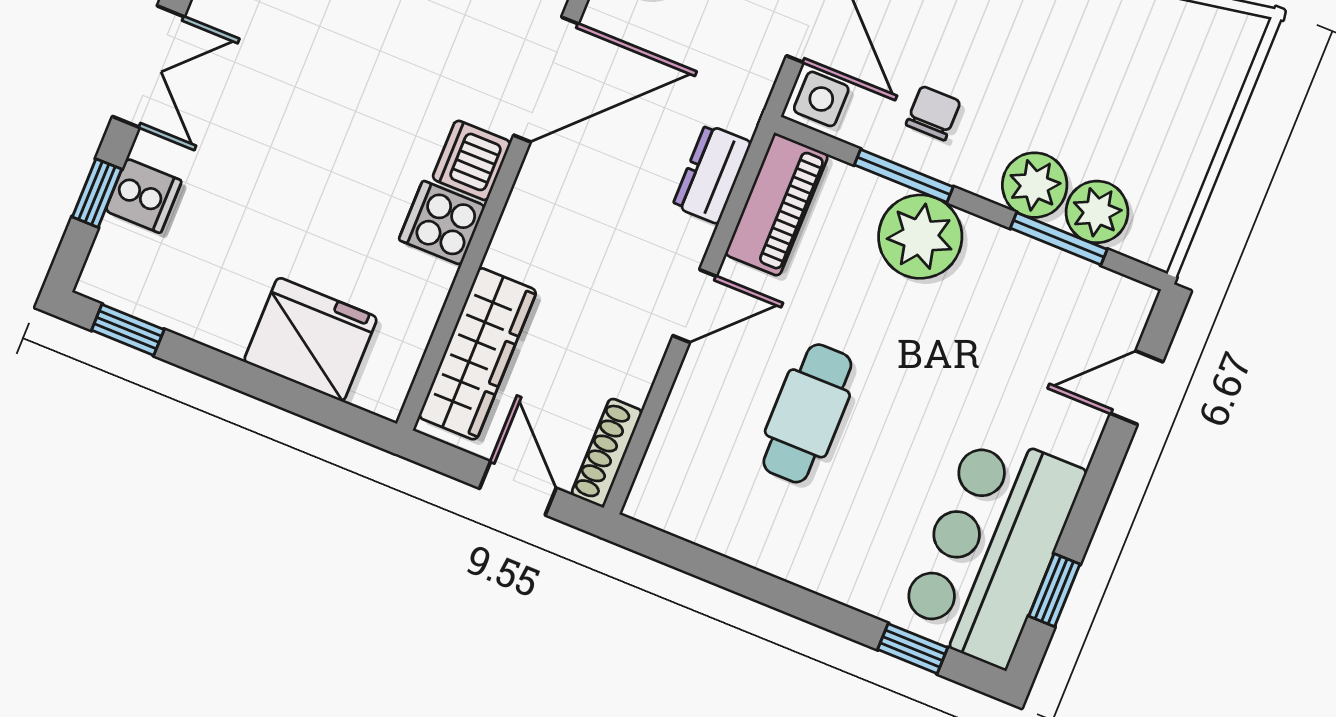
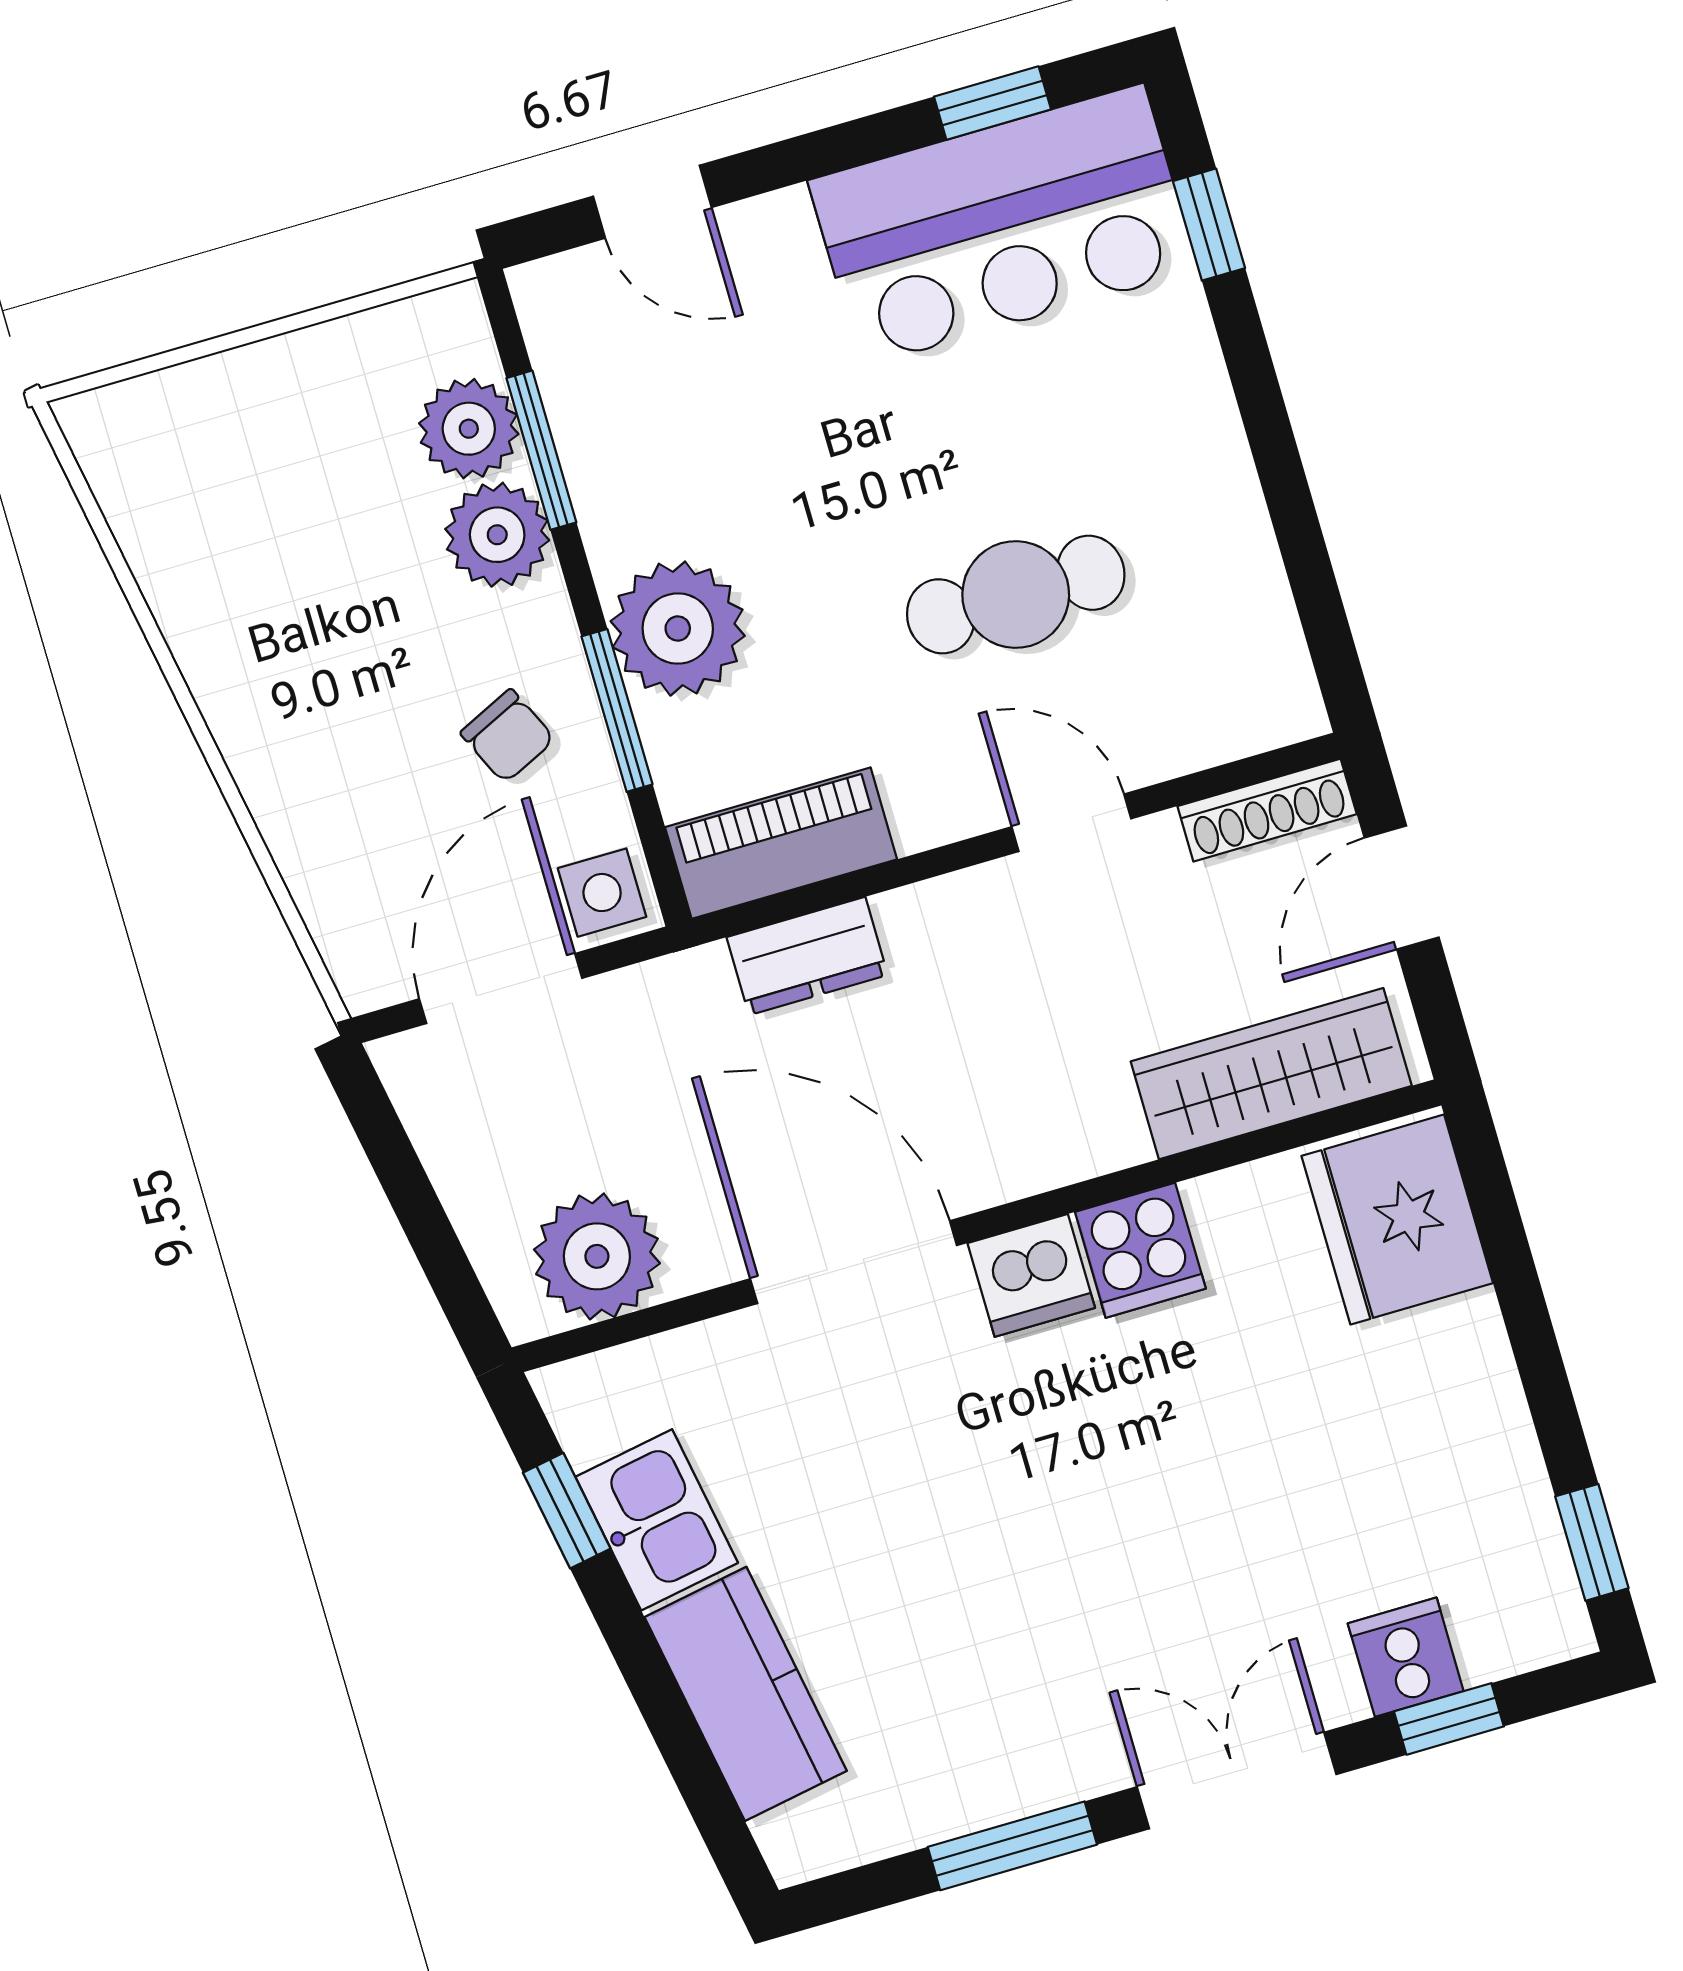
chair: (933, 113) -> (508, 736), turned -115
door: (695, 306) -> (1071, 823), moved
fridge: (310, 339) -> (1397, 1220), moved

